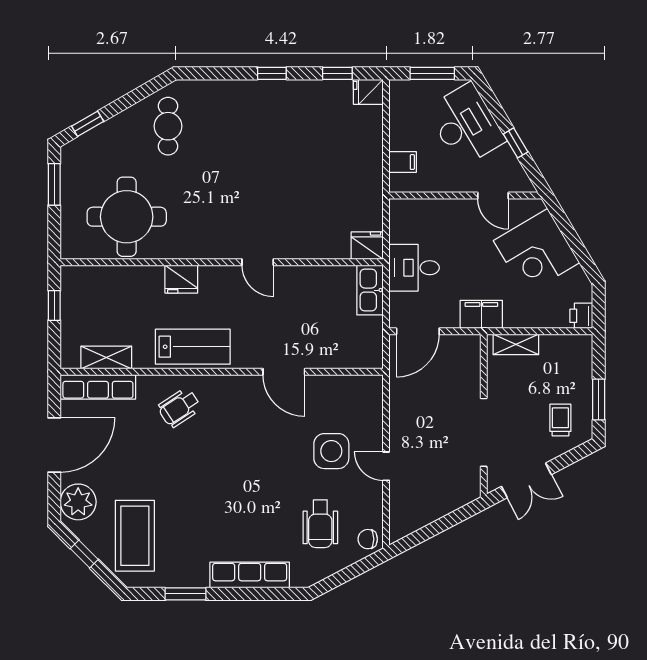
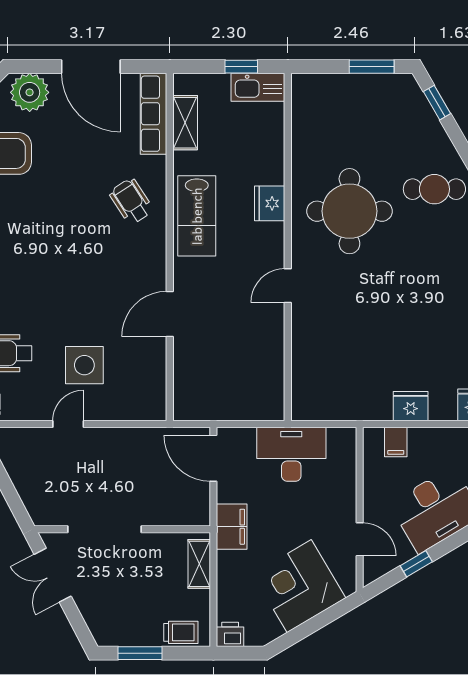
door: (493, 196) -> (360, 539), swing flipped
round table: (127, 217) -> (349, 211), moved
fridge: (367, 246) -> (411, 406), moved, turned -90
desk: (414, 268) -> (291, 454), width x1.37
kitchen sink: (370, 290) -> (258, 87), moved, turned 180
trolley: (560, 420) -> (181, 632), moved

